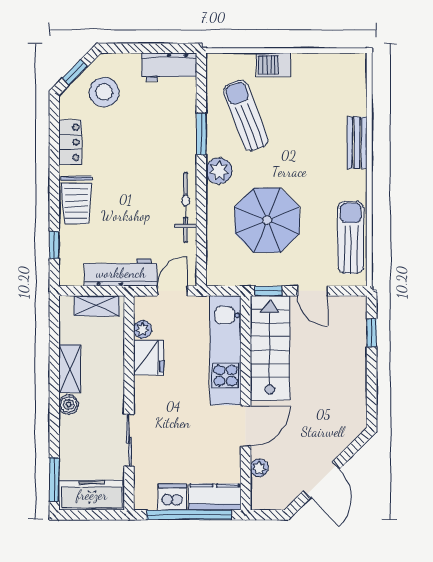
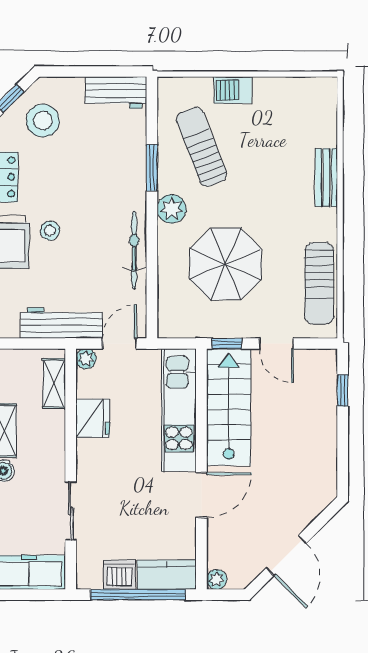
stool: (110, 190) -> (50, 231), added
sun lounger: (351, 237) -> (319, 283), turned 180
shelving: (97, 306) -> (54, 384), moved, turned 90
plant: (143, 329) -> (86, 359), moved
plant: (259, 468) -> (217, 579), moved

